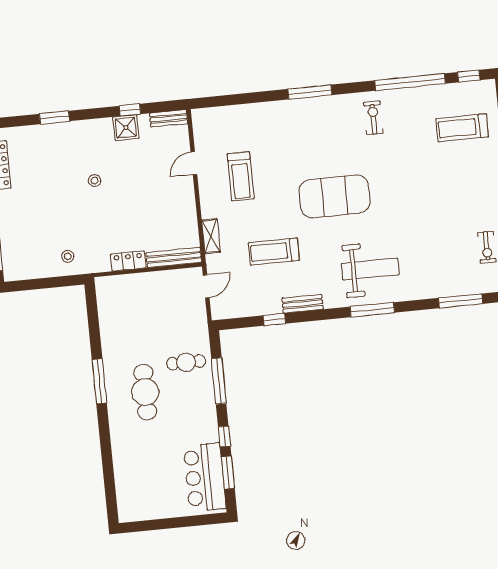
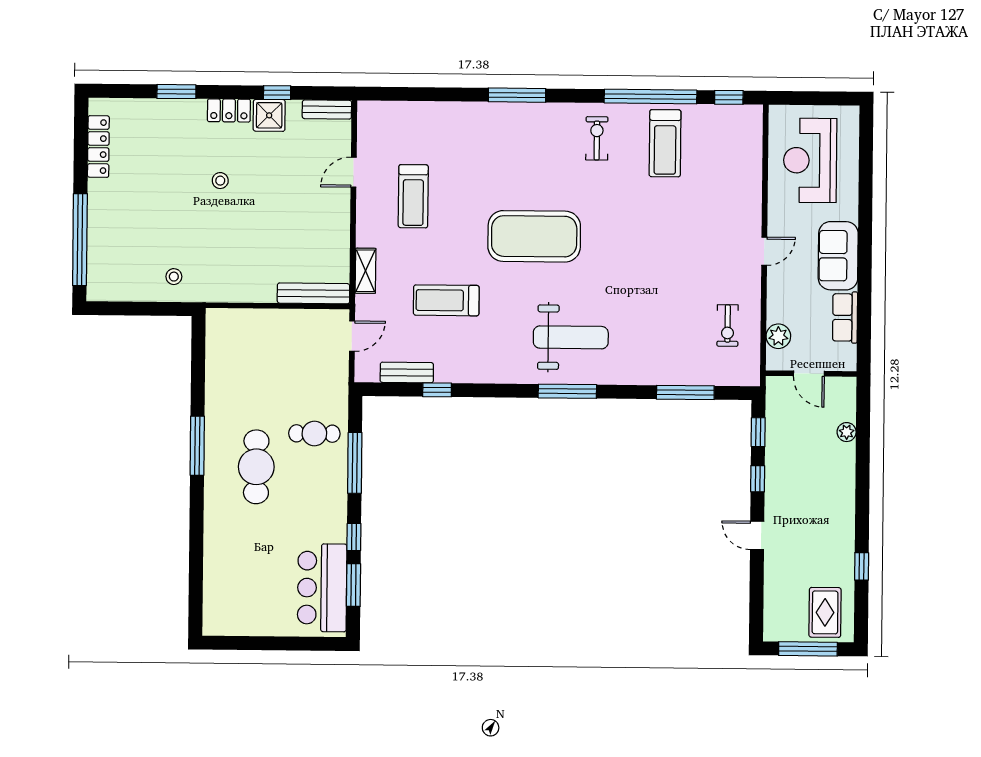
treadmill: (462, 128) -> (665, 143), moved, turned -90
locker: (128, 261) -> (229, 110), moved, turned 180
bench: (302, 304) -> (407, 372), moved

